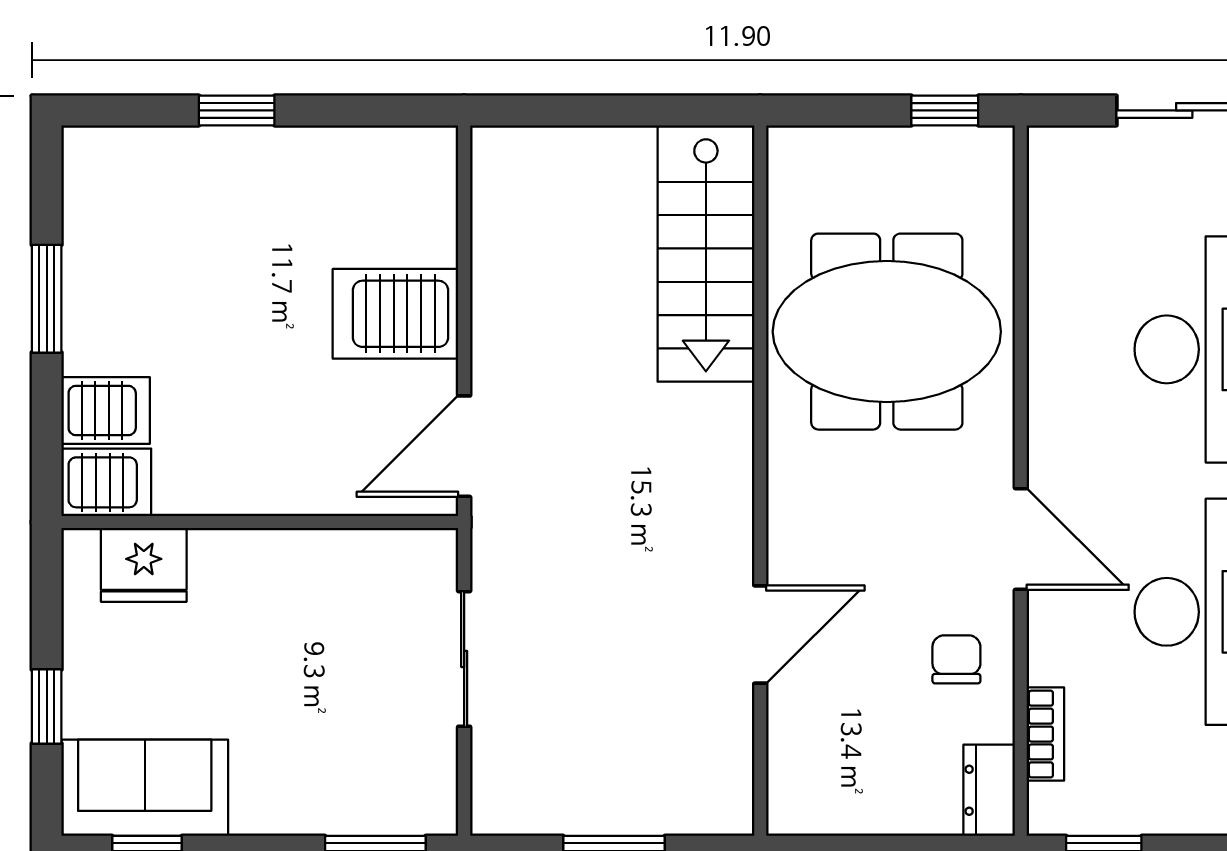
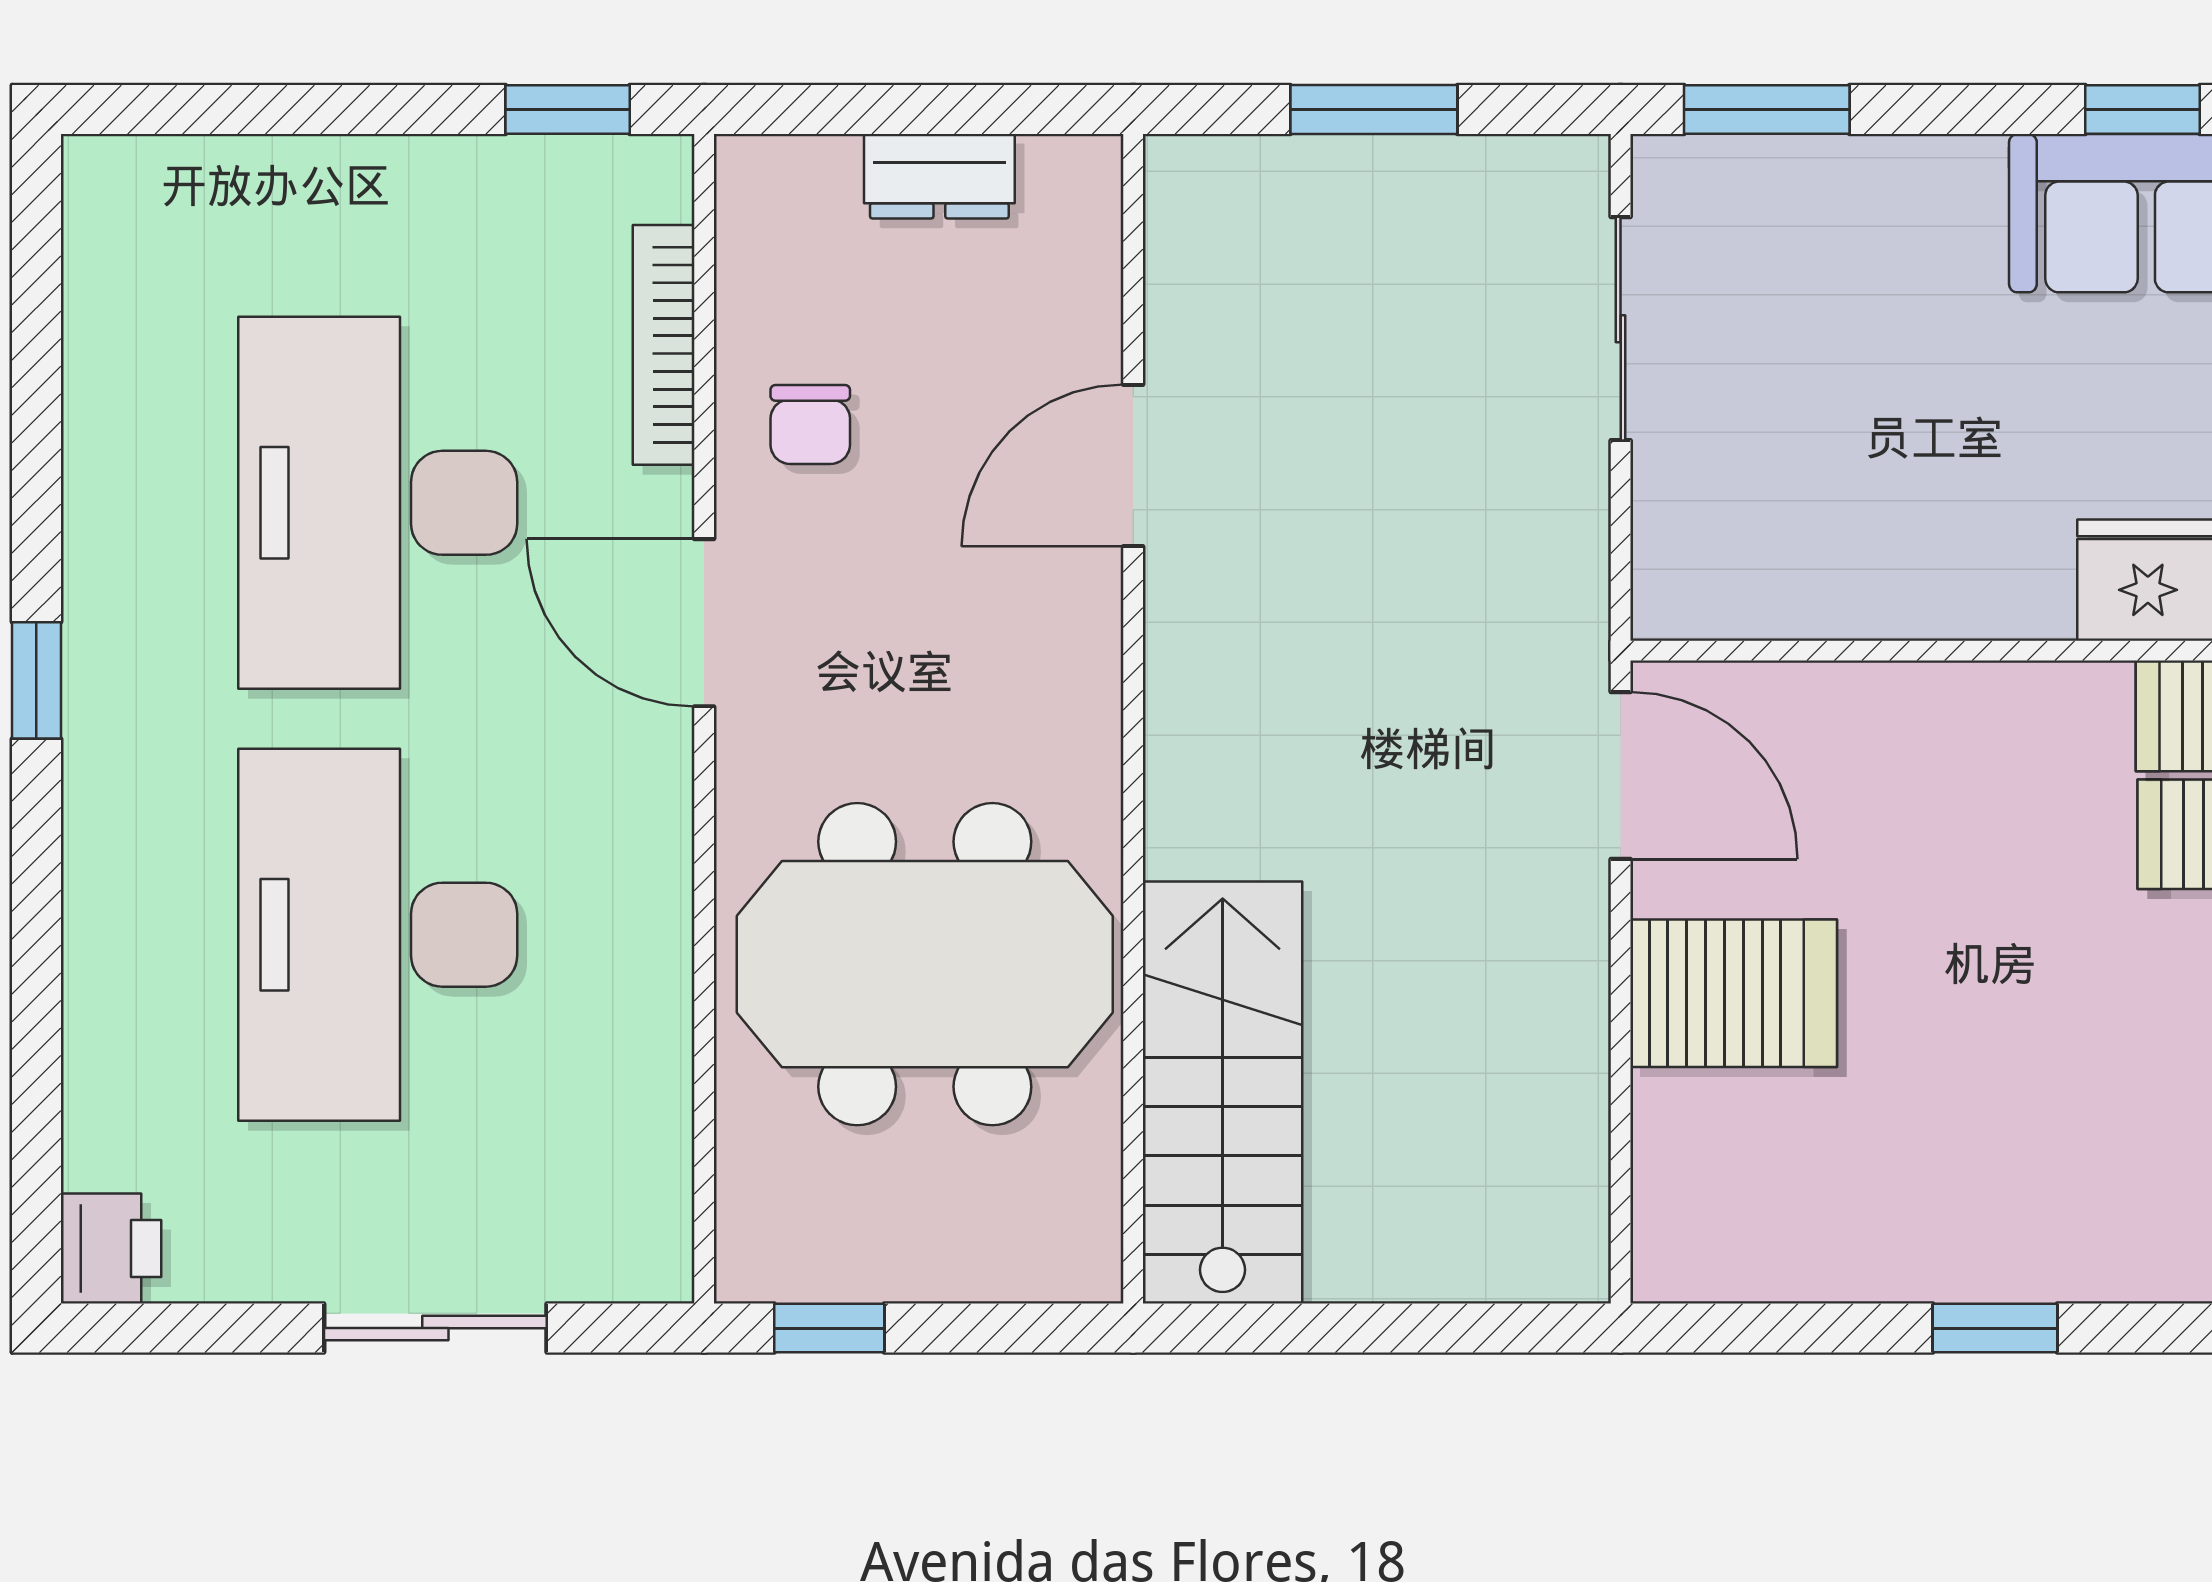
door: (464, 446) -> (1621, 775), hinge flipped
sliding door: (464, 659) -> (1621, 329), moved
bookcase: (1045, 734) -> (664, 345), width x1.56
dresser: (989, 790) -> (939, 176), moved, turned 90

